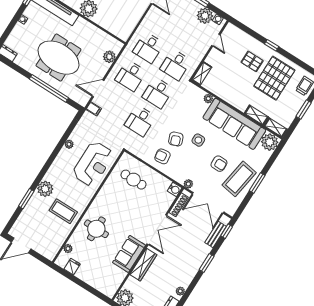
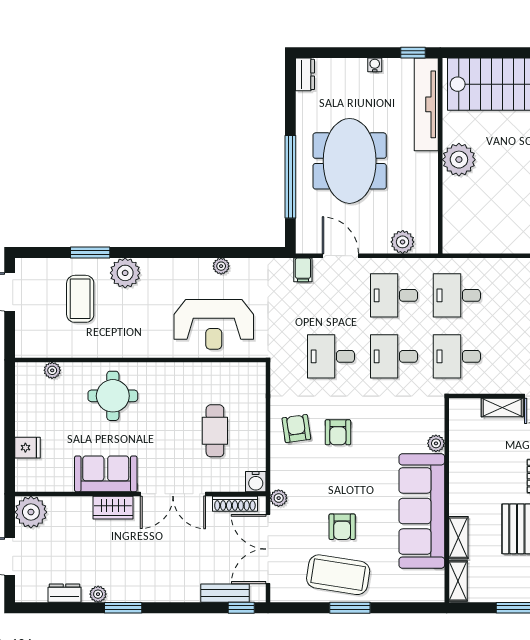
shelving: (202, 74) -> (502, 408), moved
armchair: (176, 139) -> (338, 432), turned -69
side table: (198, 140) -> (359, 470), removed
plant: (270, 142) -> (428, 586), removed
cafe table: (133, 180) -> (215, 431), moved
coffee table: (63, 211) -> (80, 299), moved
window: (207, 263) -> (123, 608), moved
wardrobe: (143, 265) -> (113, 508), width x0.67
fridge: (72, 267) -> (28, 448), moved

